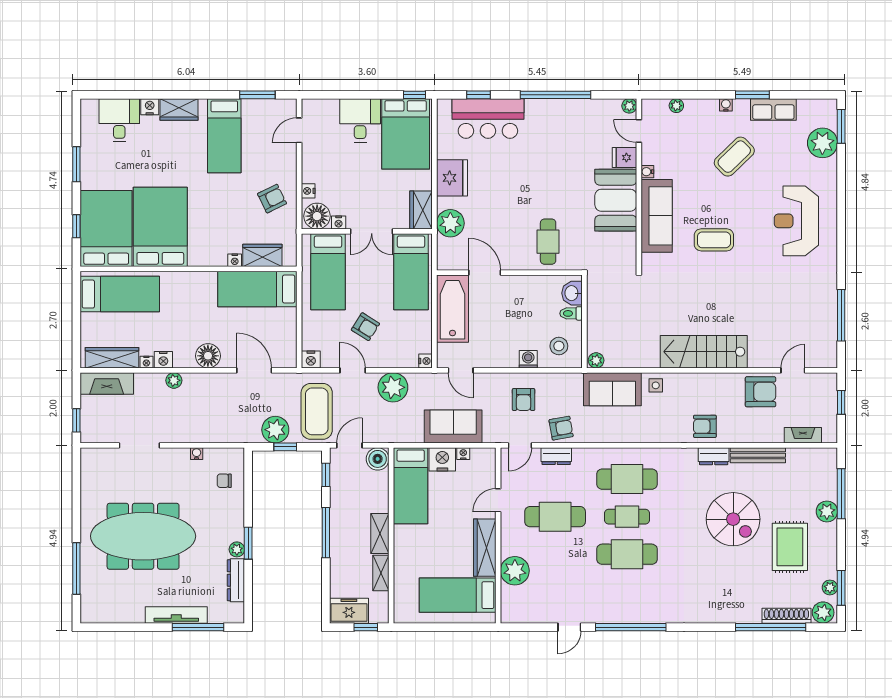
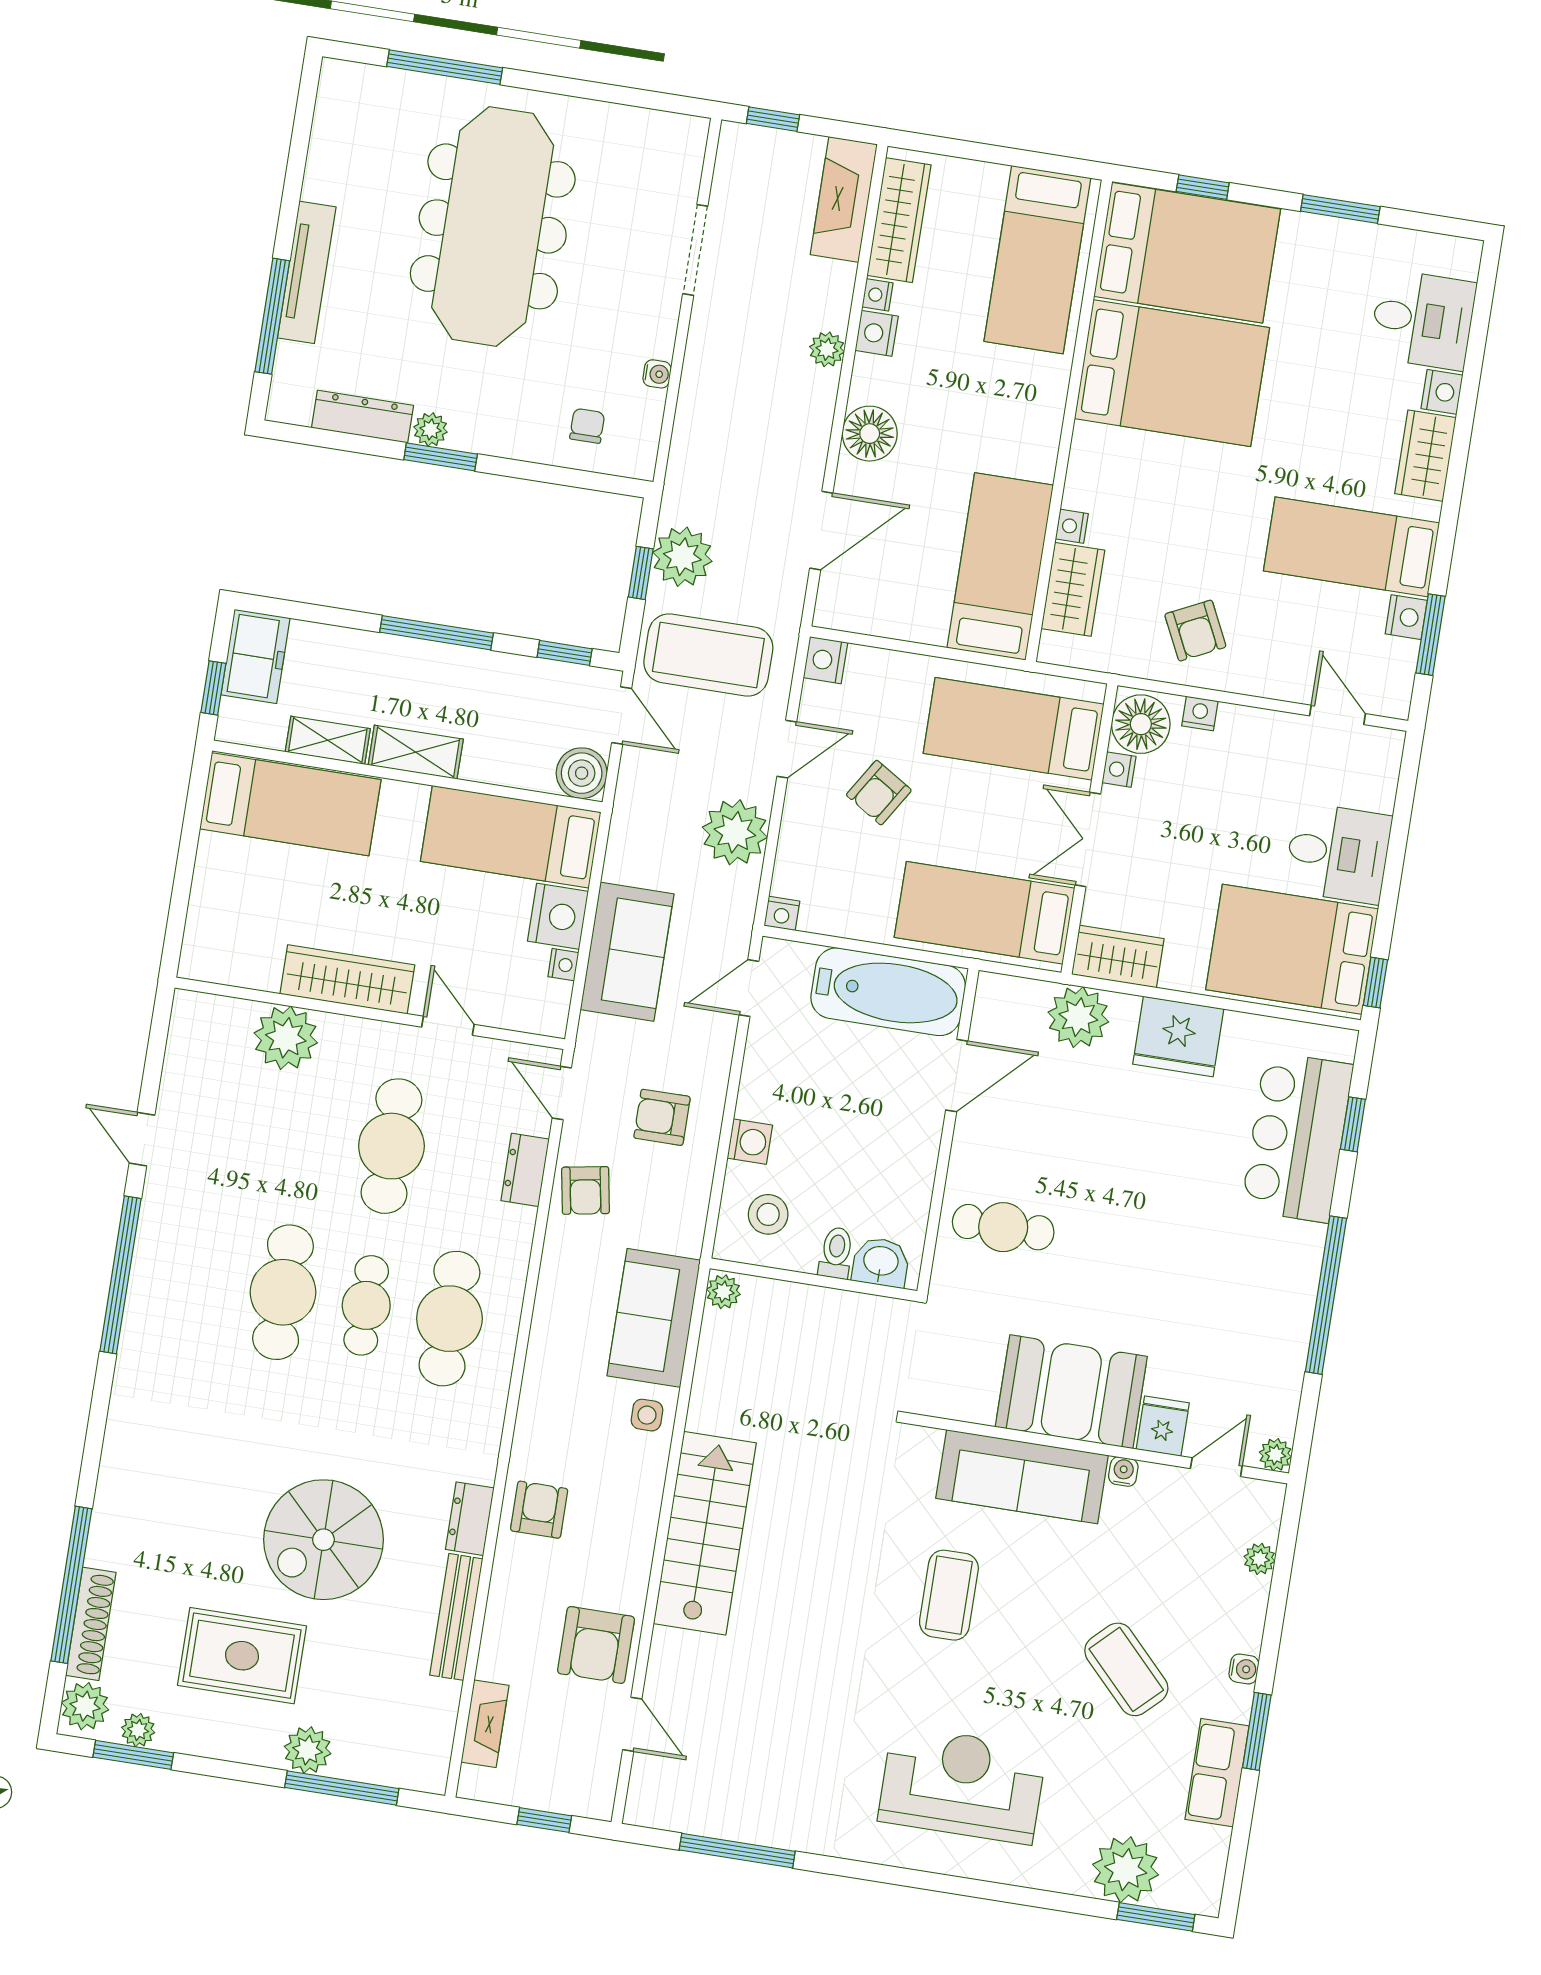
nightstand: (251, 107) -> (1406, 617), added
bed: (458, 595) -> (290, 804), moved, turned 90

